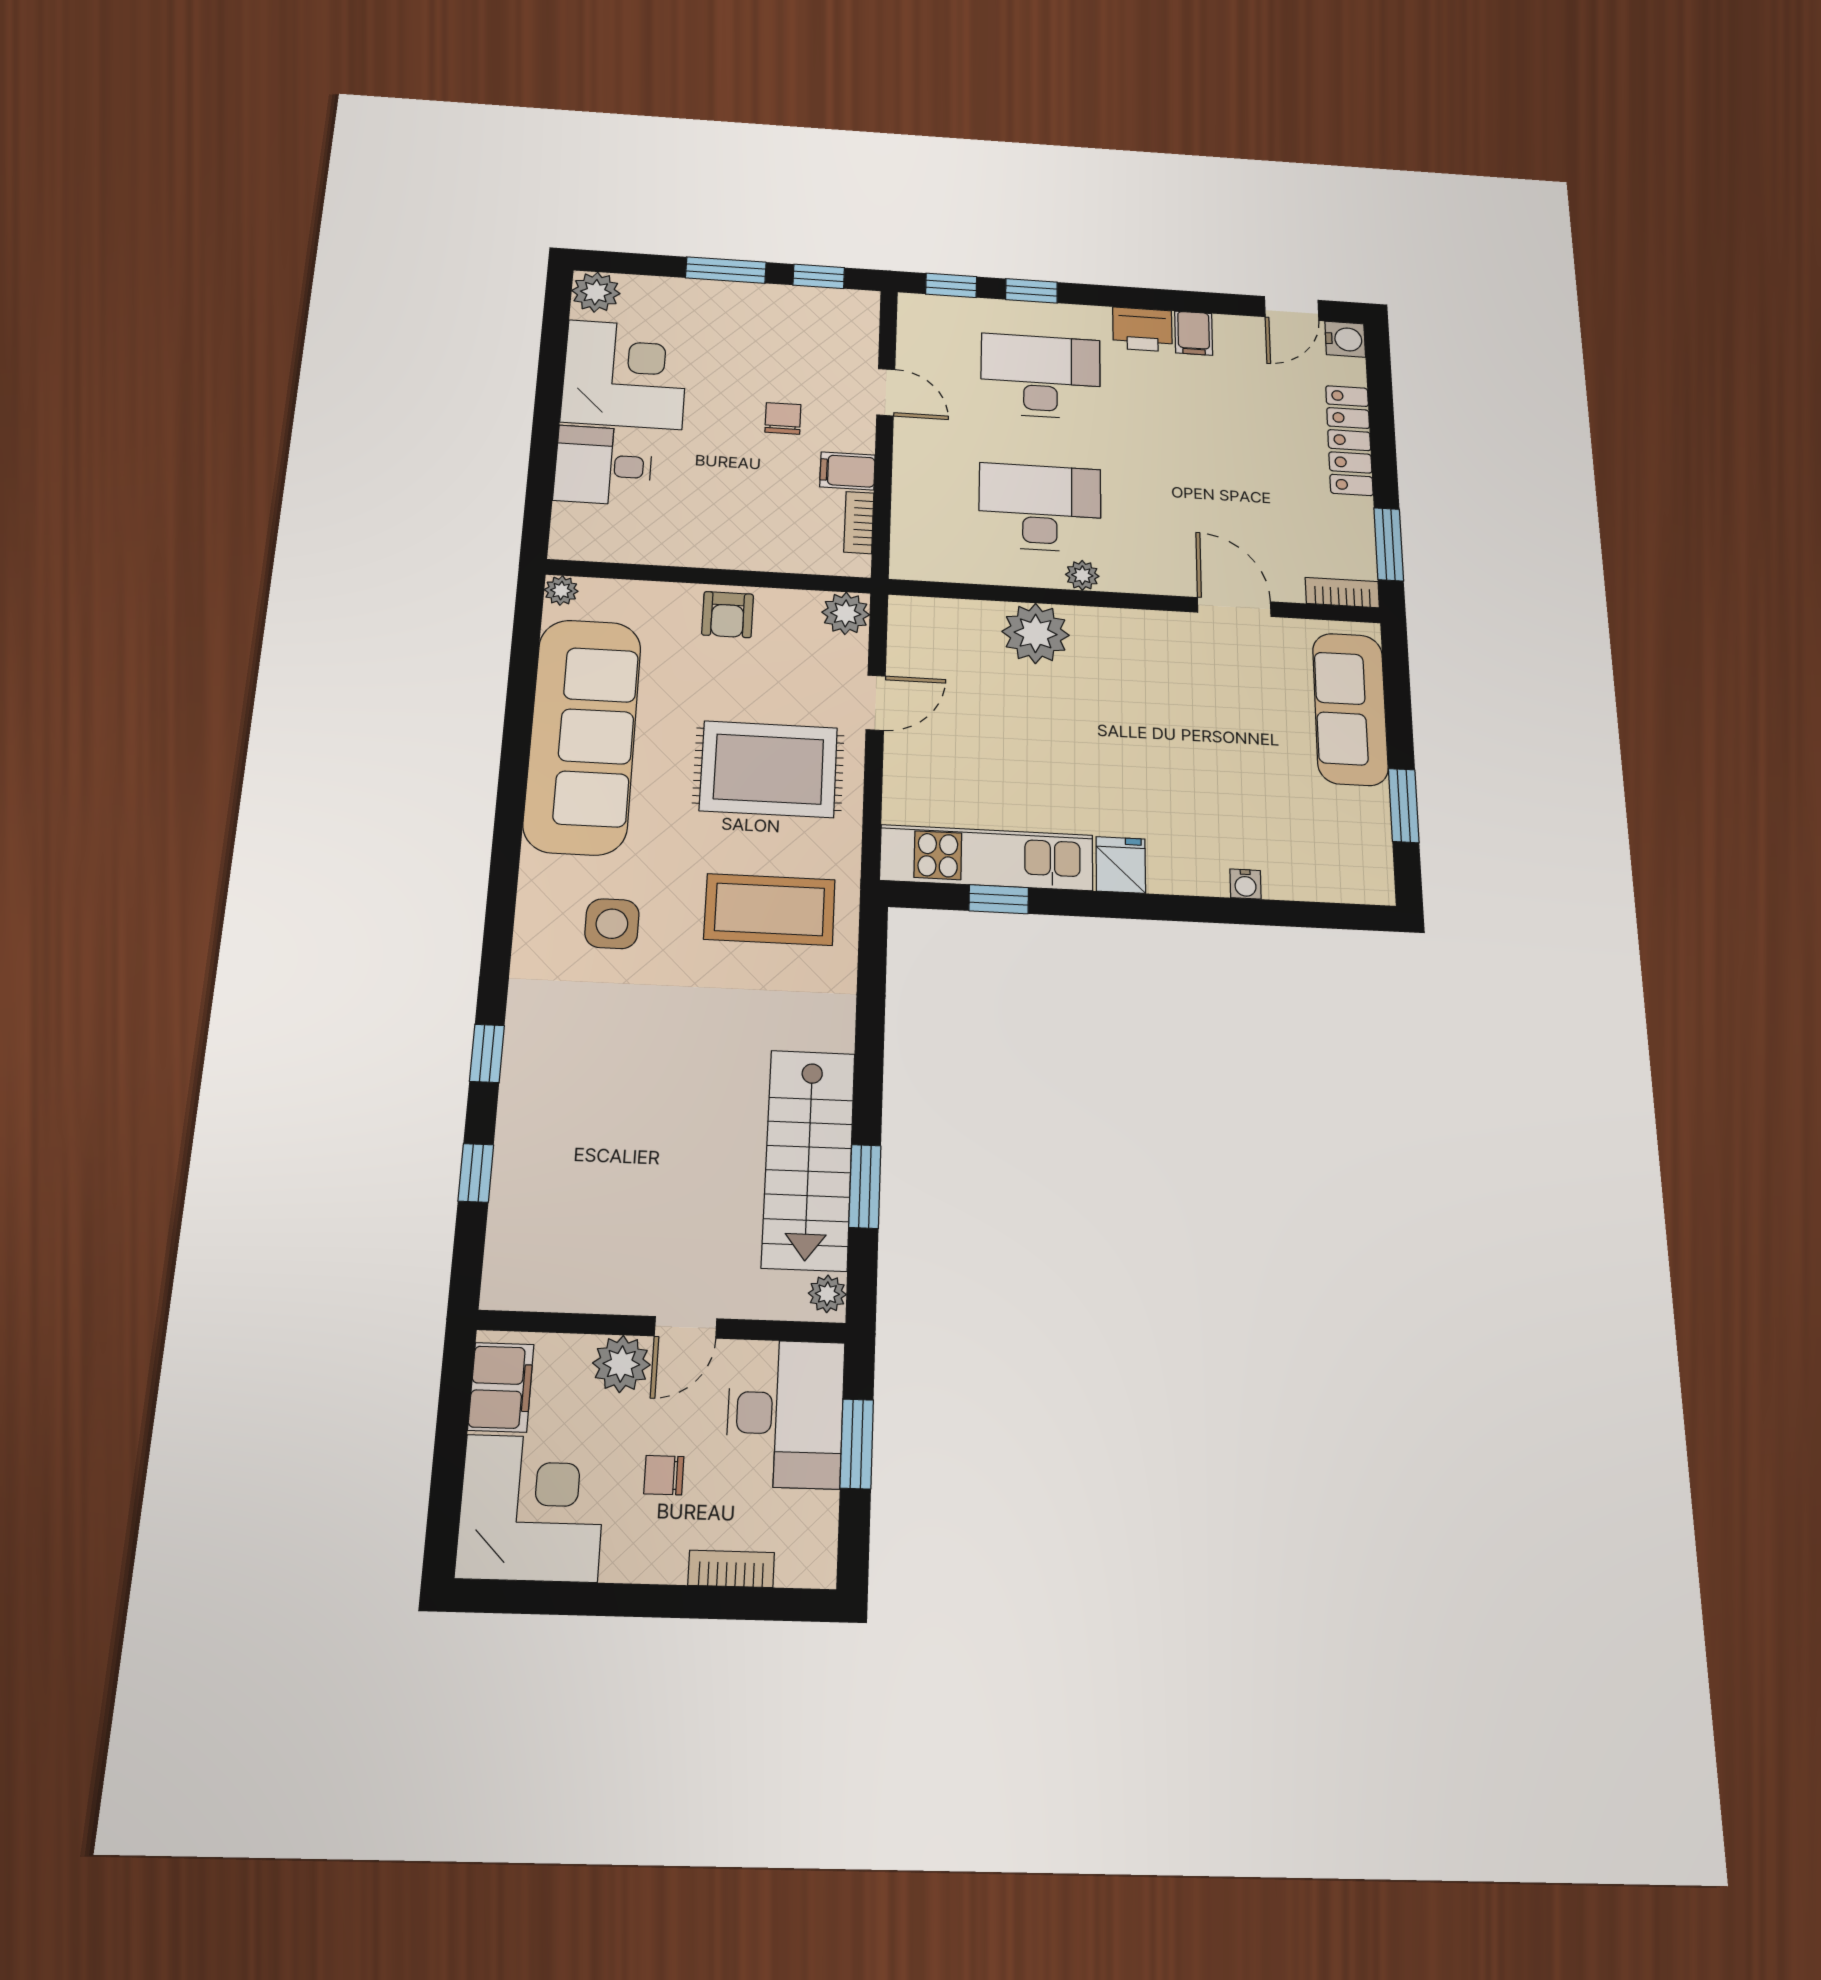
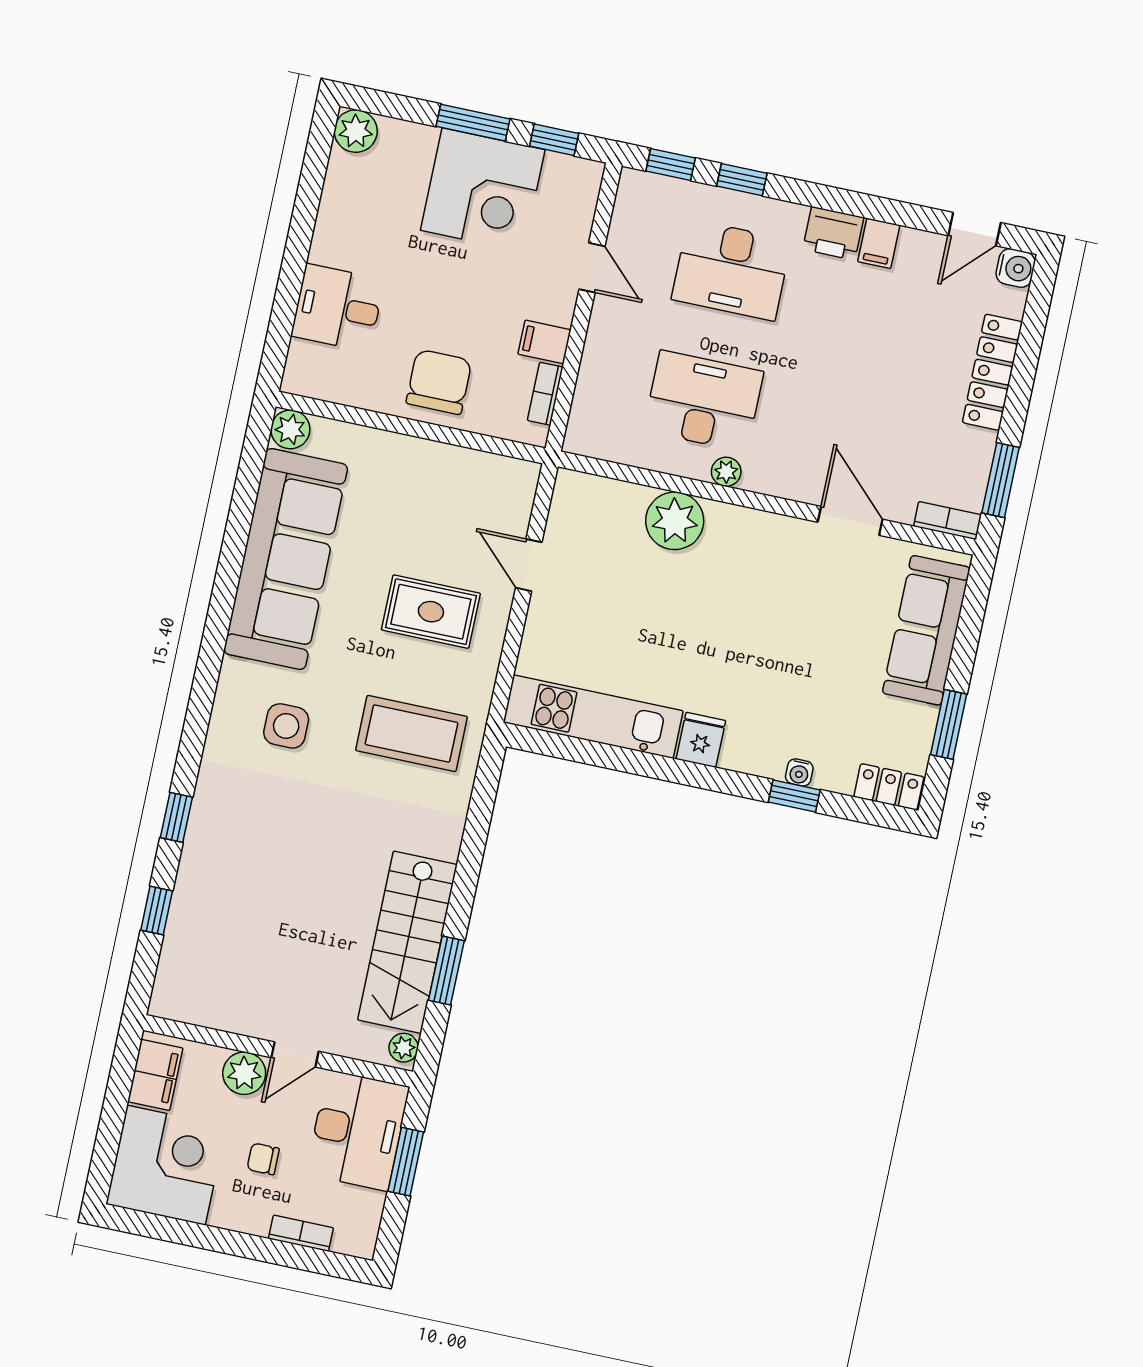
corner desk: (625, 374) -> (483, 190), moved, turned 90
desk: (1041, 376) -> (731, 270), turned 180
chair: (783, 418) -> (439, 382), moved, width x1.87, depth x1.87
plant: (561, 591) -> (290, 429), width x1.38, depth x1.38
plant: (846, 613) -> (519, 479), removed
armchair: (728, 615) -> (420, 466), removed
door: (876, 703) -> (529, 565), swing flipped
rug: (769, 769) -> (431, 612), width x0.73, depth x0.70
locker: (1354, 884) -> (889, 787), added
window: (999, 899) -> (794, 796), moved

